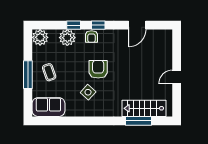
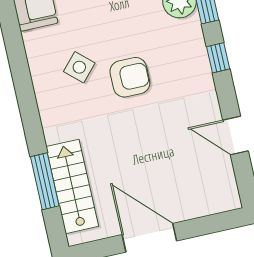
armchair: (91, 36) -> (192, 49), removed
door: (177, 77) -> (149, 238), width x1.88

